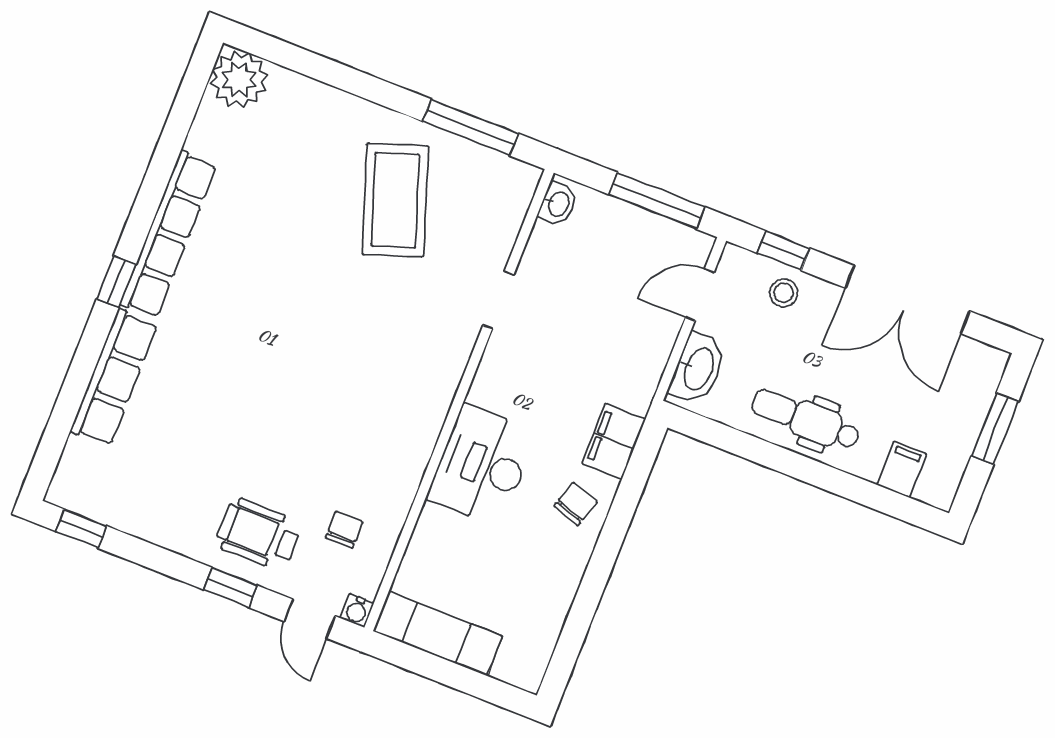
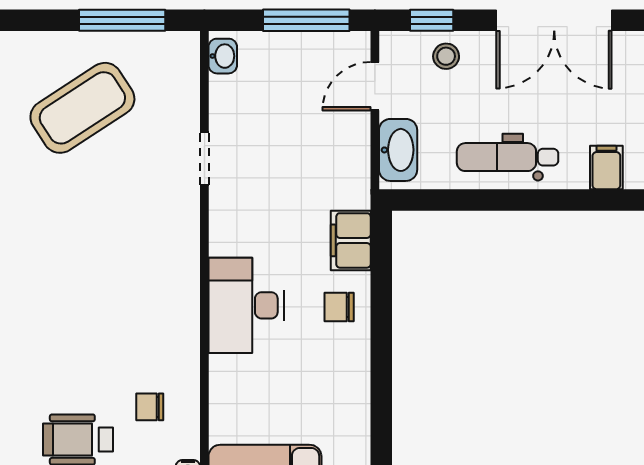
coffee table: (395, 200) -> (82, 108), turned 76
chair: (576, 504) -> (339, 307), turned -108
chair: (344, 530) -> (150, 407), turned -90

